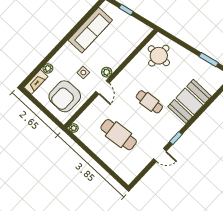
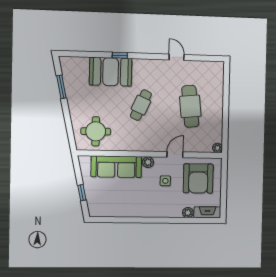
sofa: (90, 30) -> (116, 167), moved, turned 180
door: (102, 87) -> (175, 155), moved
armchair: (65, 96) -> (198, 178), turned 90
cafe table: (149, 102) -> (141, 105), turned 30
window: (176, 138) -> (120, 55), moved

